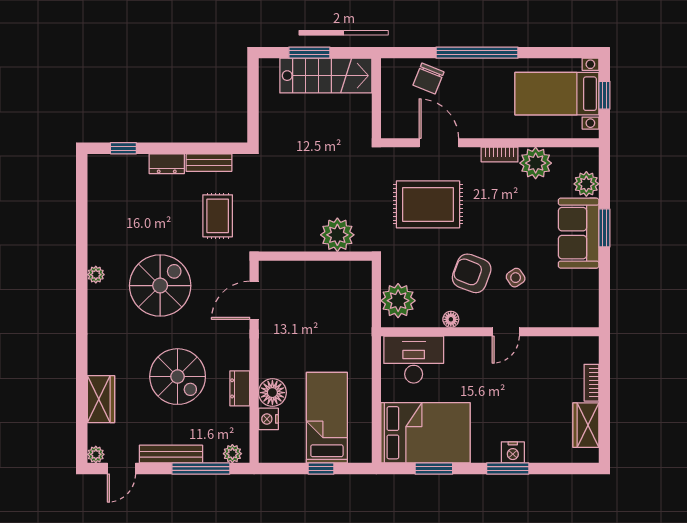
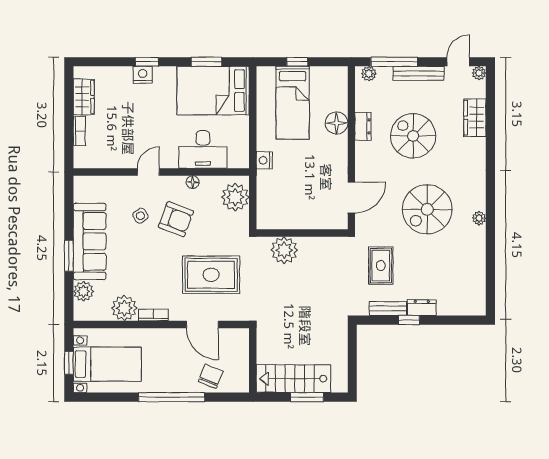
window: (123, 148) -> (409, 320), moved
sofa: (579, 233) -> (90, 241), width x1.36
desk: (414, 360) -> (203, 150), moved
nightstand: (268, 419) -> (264, 160), moved, turned 180
window: (508, 469) -> (147, 62), width x0.67

